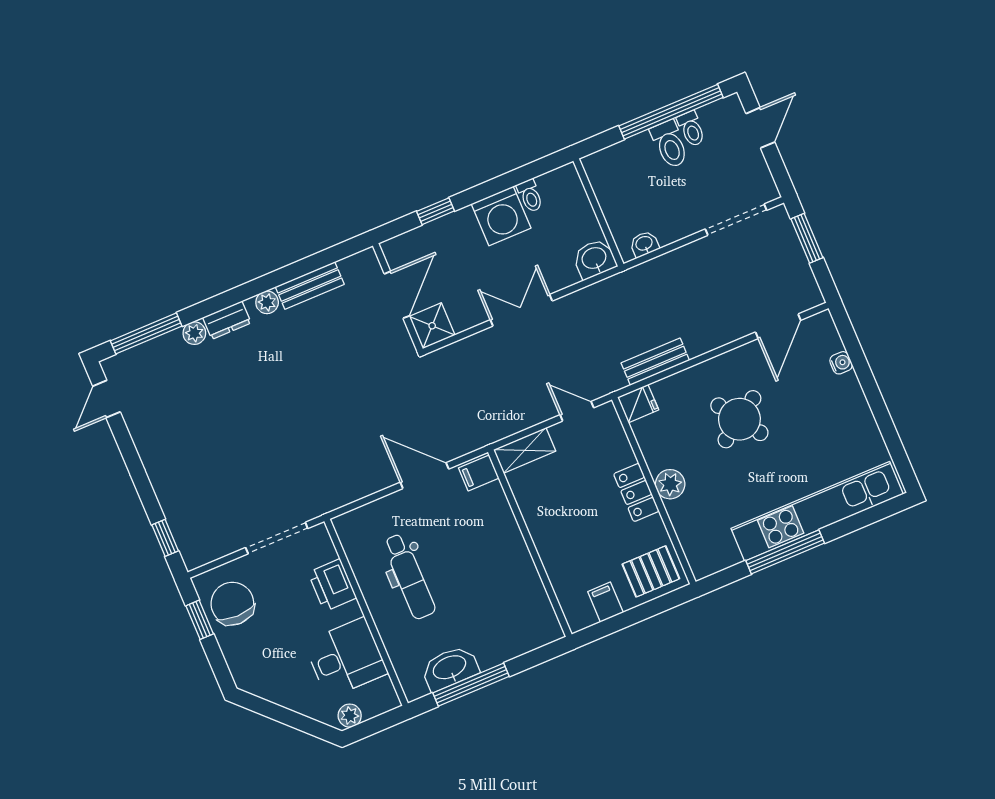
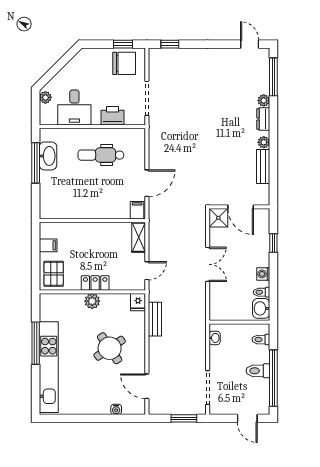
toilet: (691, 129) -> (261, 340), moved
washing machine: (501, 216) -> (263, 274), width x0.53, depth x0.53
washbasin: (594, 259) -> (261, 308), moved, turned 180

